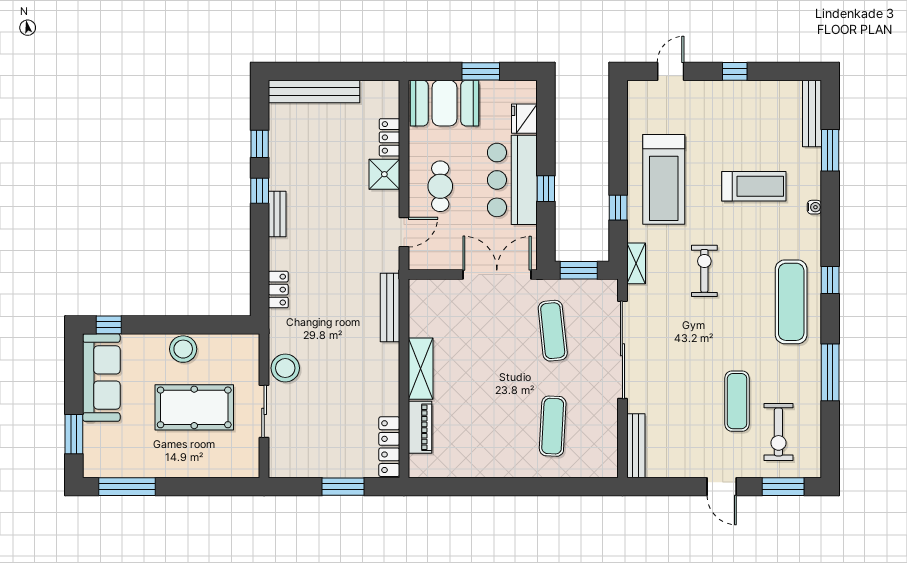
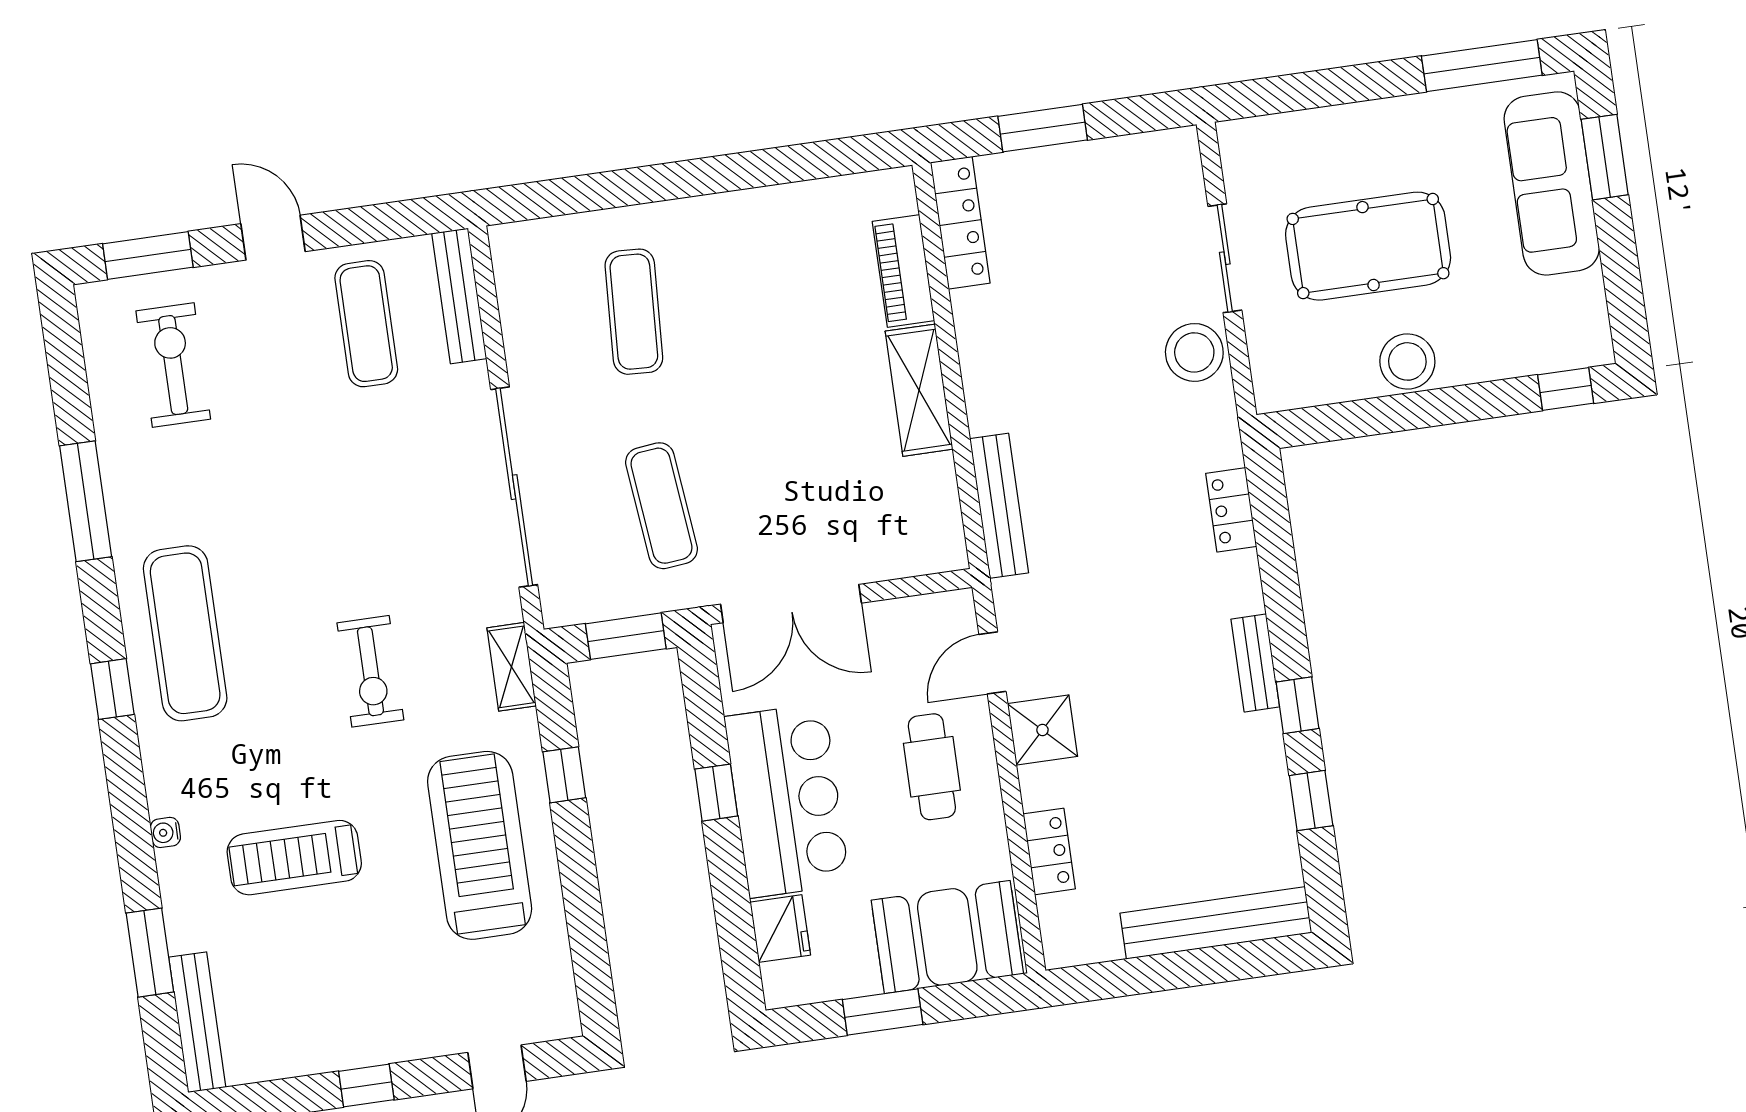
shower: (384, 174) -> (1042, 730), moved
sofa: (101, 377) -> (1552, 183), moved
exercise mat: (737, 401) -> (366, 324), moved

